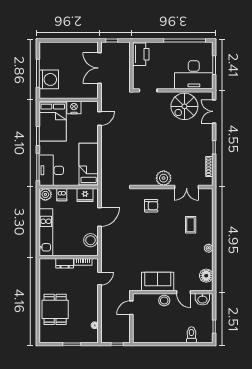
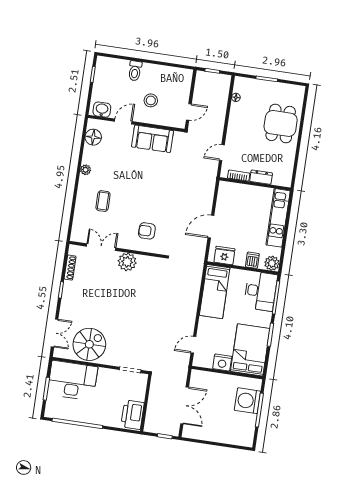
stool: (90, 240) -> (226, 200), removed
door: (184, 292) -> (123, 121), hinge flipped
stool: (164, 301) -> (151, 100), moved
toilet: (191, 335) -> (135, 71), moved

